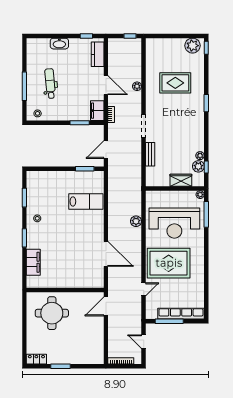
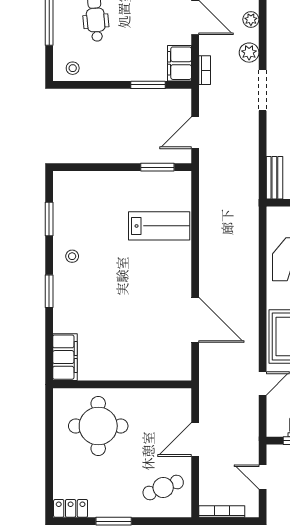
bench: (150, 154) -> (274, 178), moved
plant: (136, 221) -> (249, 53), moved
filing cabinet: (33, 262) -> (65, 357), moved
door: (106, 306) -> (195, 439), moved
cafe table: (88, 347) -> (163, 488), added

